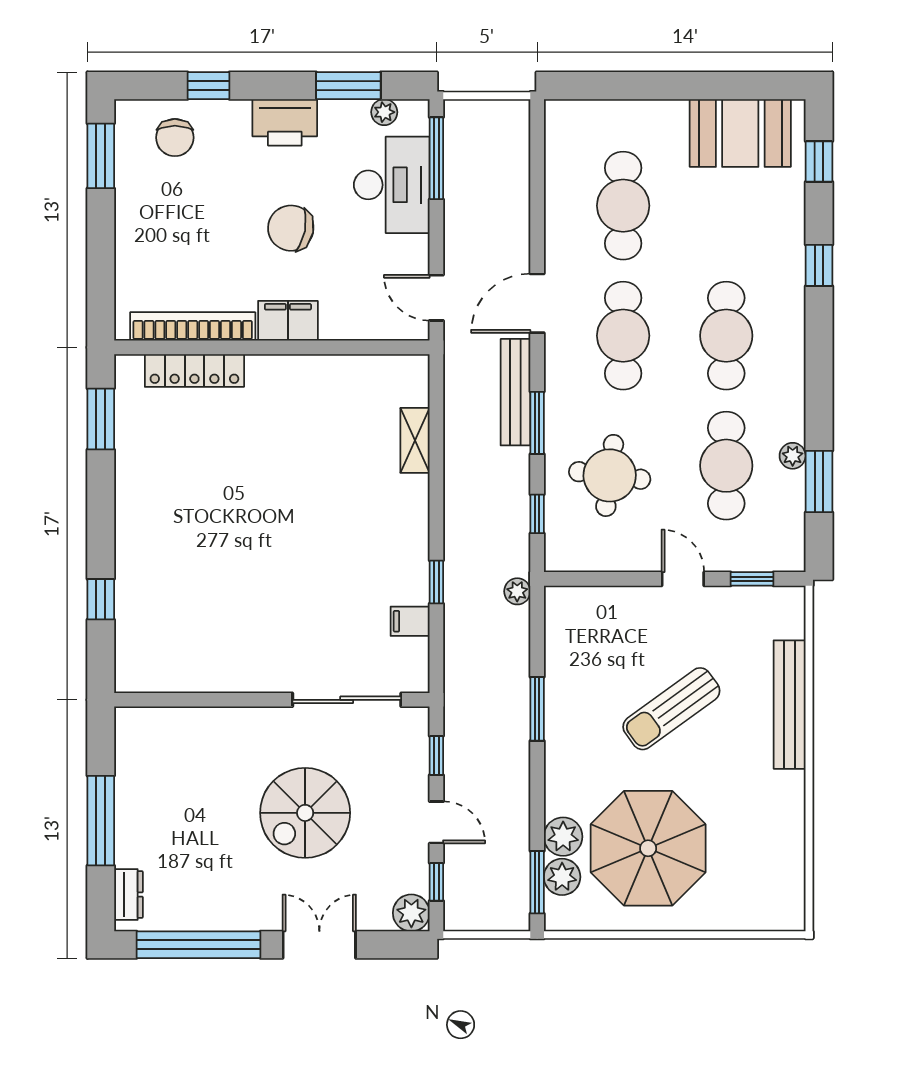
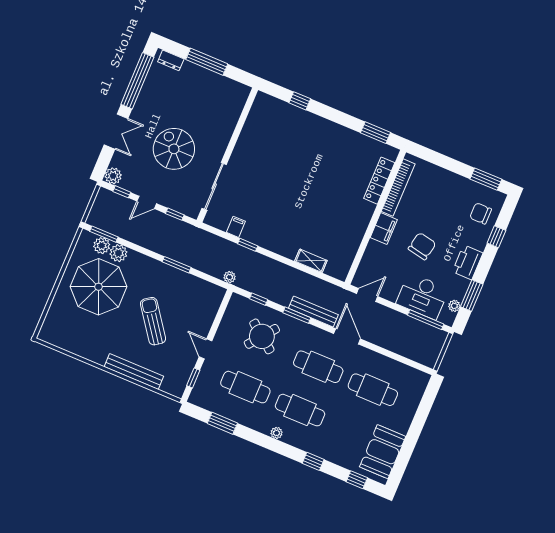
plant: (793, 456) -> (277, 433), moved
round table: (610, 475) -> (262, 336), turned 31
door: (683, 579) -> (205, 349), swing flipped

